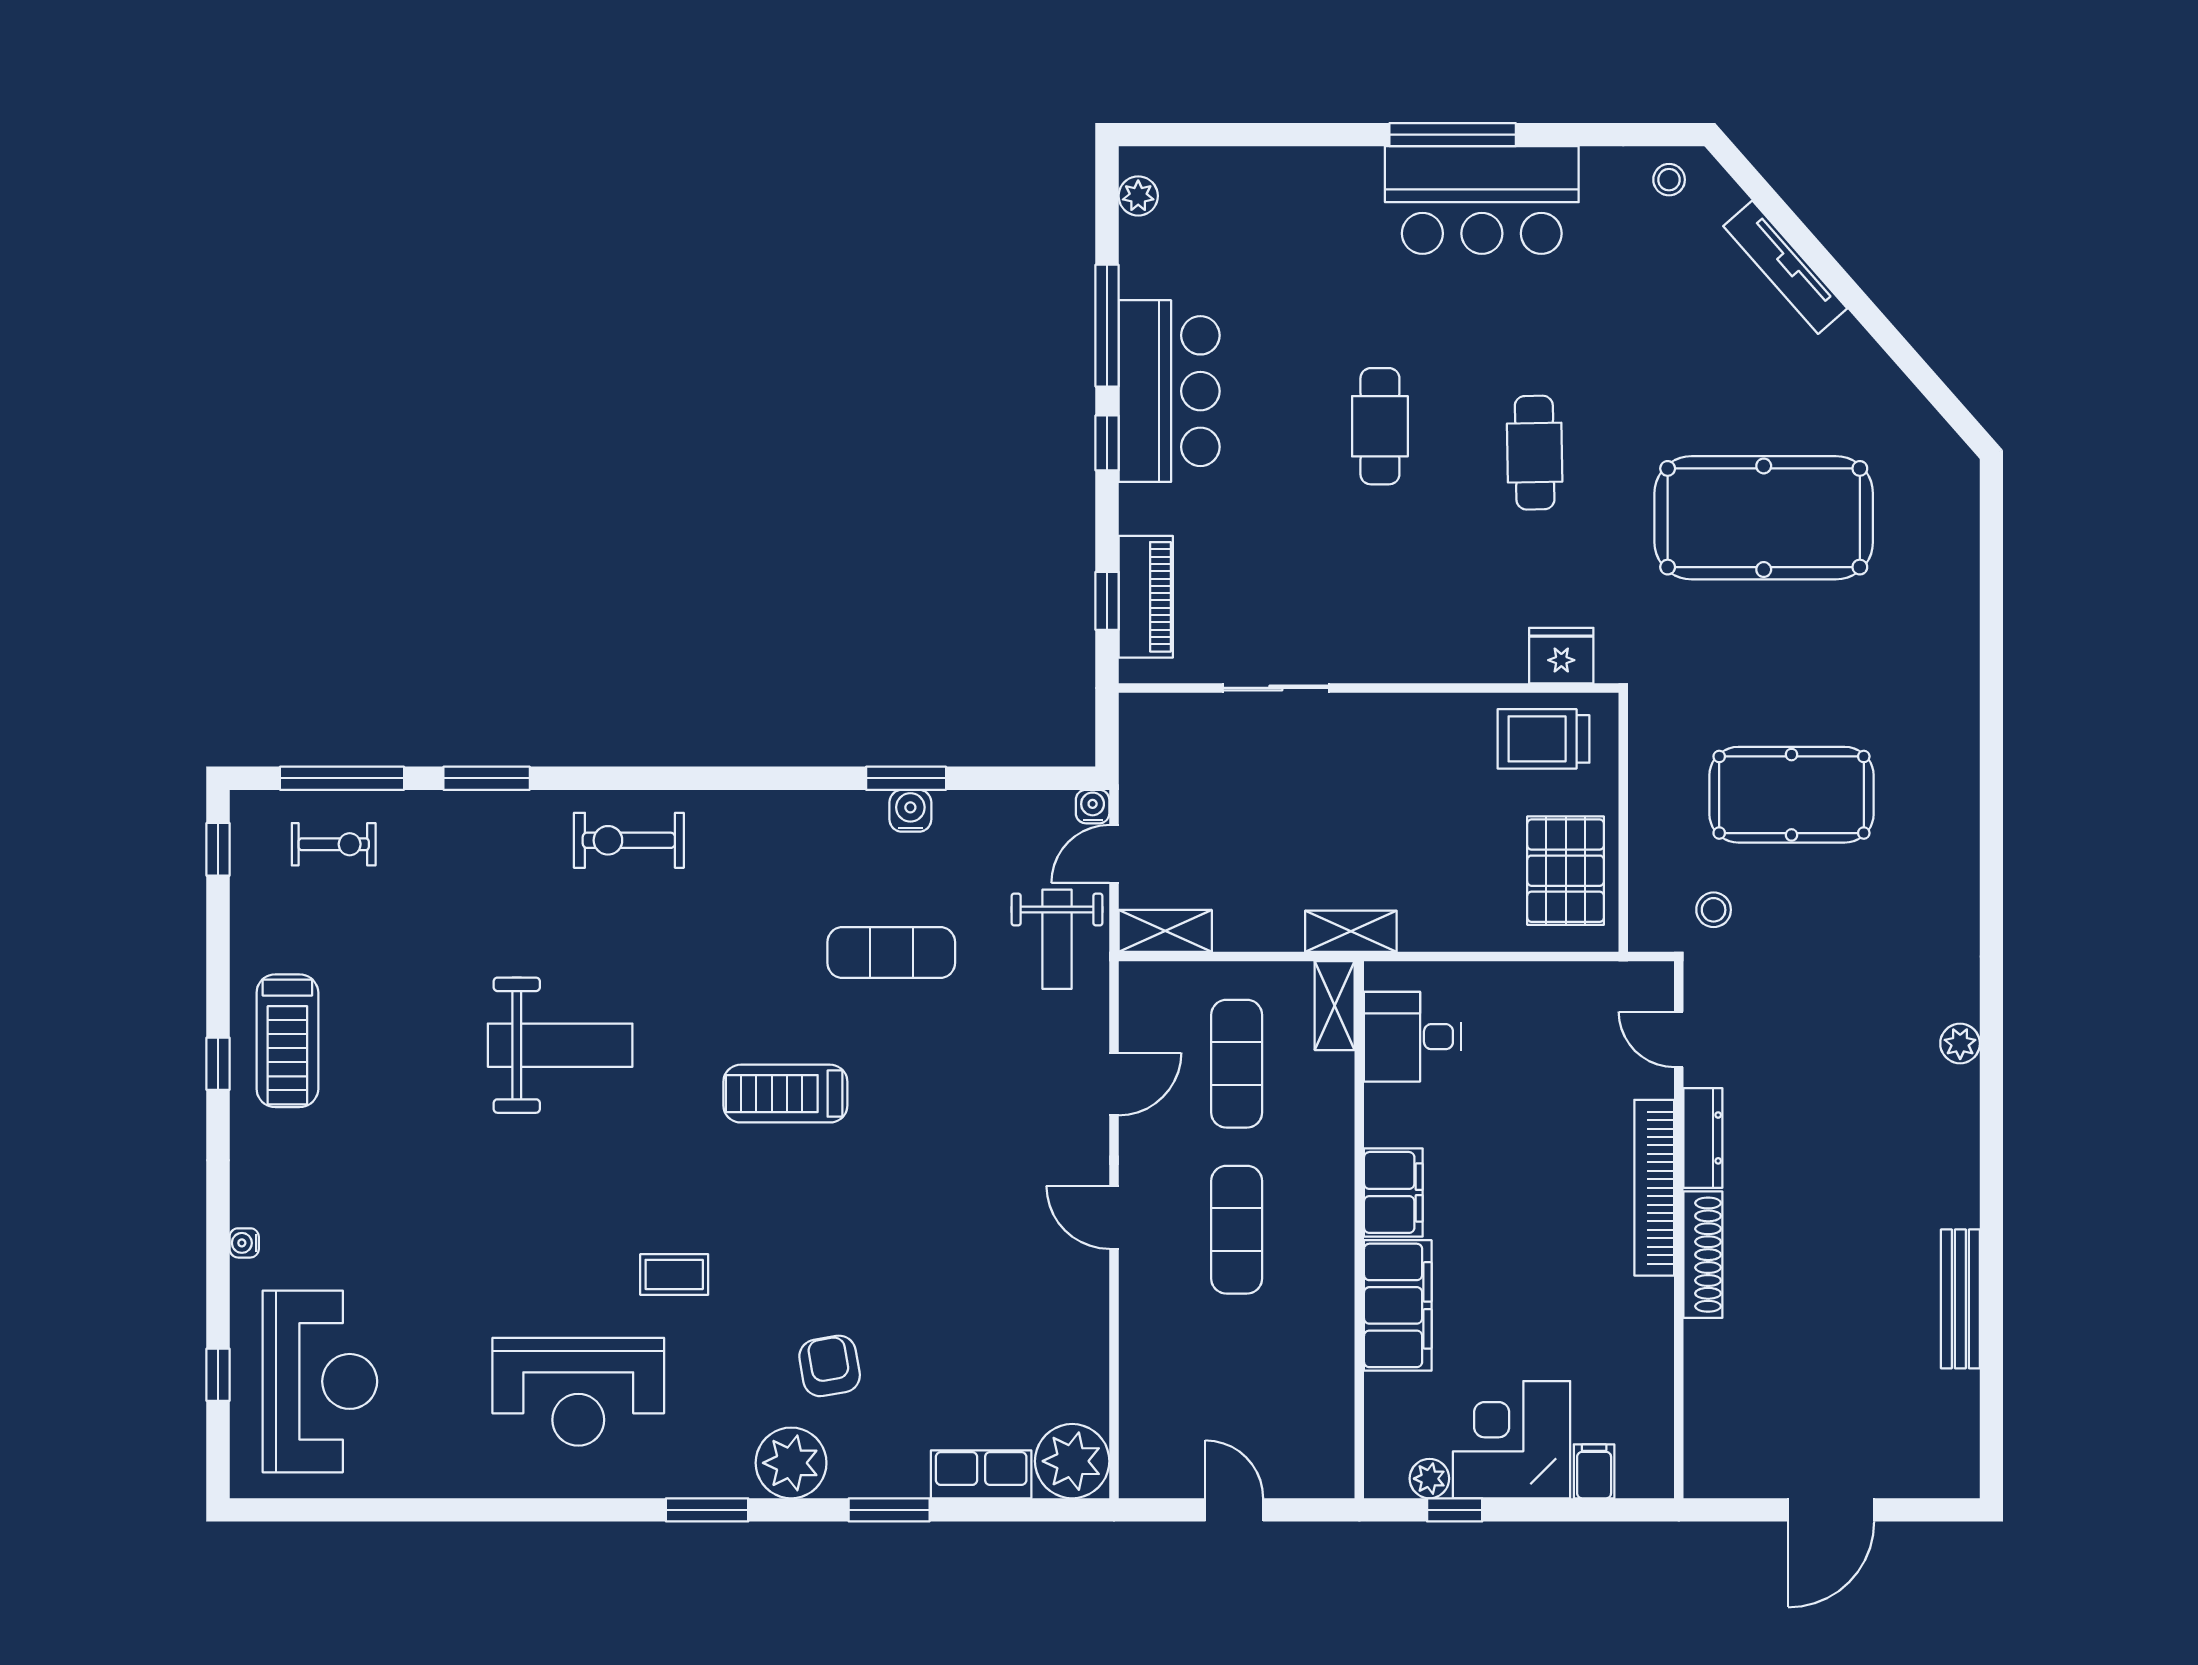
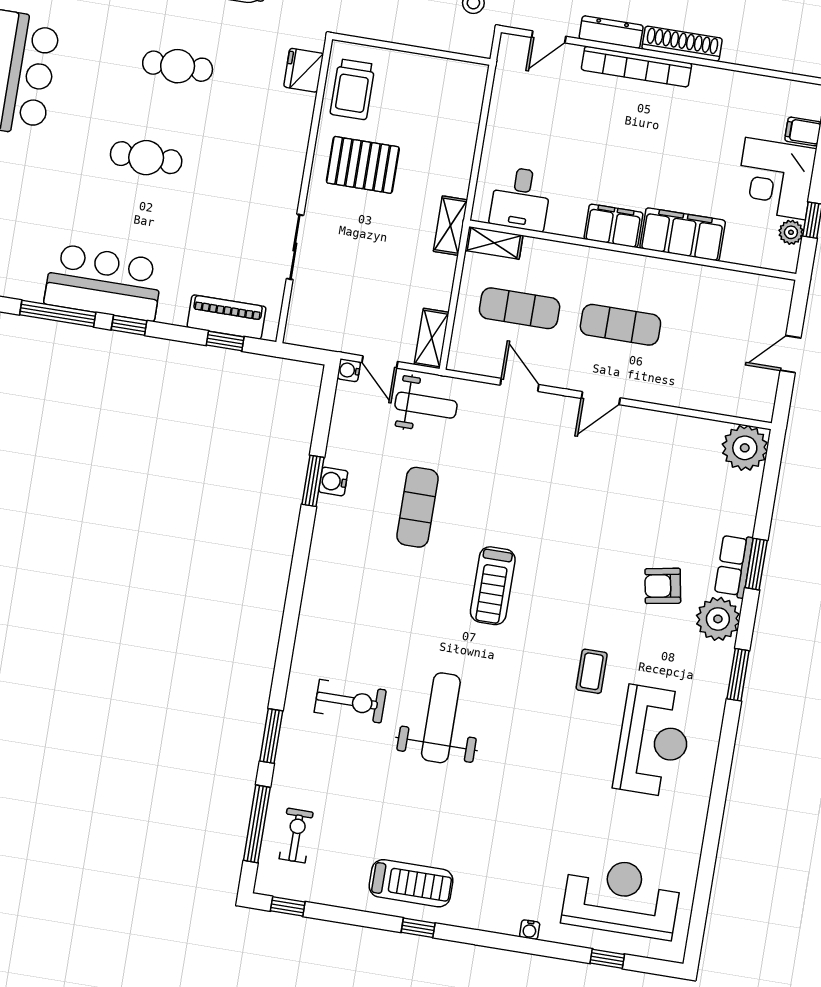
exercise bike: (629, 840) -> (350, 701), moved, turned -90
pallet: (1566, 871) -> (363, 165), moved
row of seats: (981, 1474) -> (734, 566), moved

